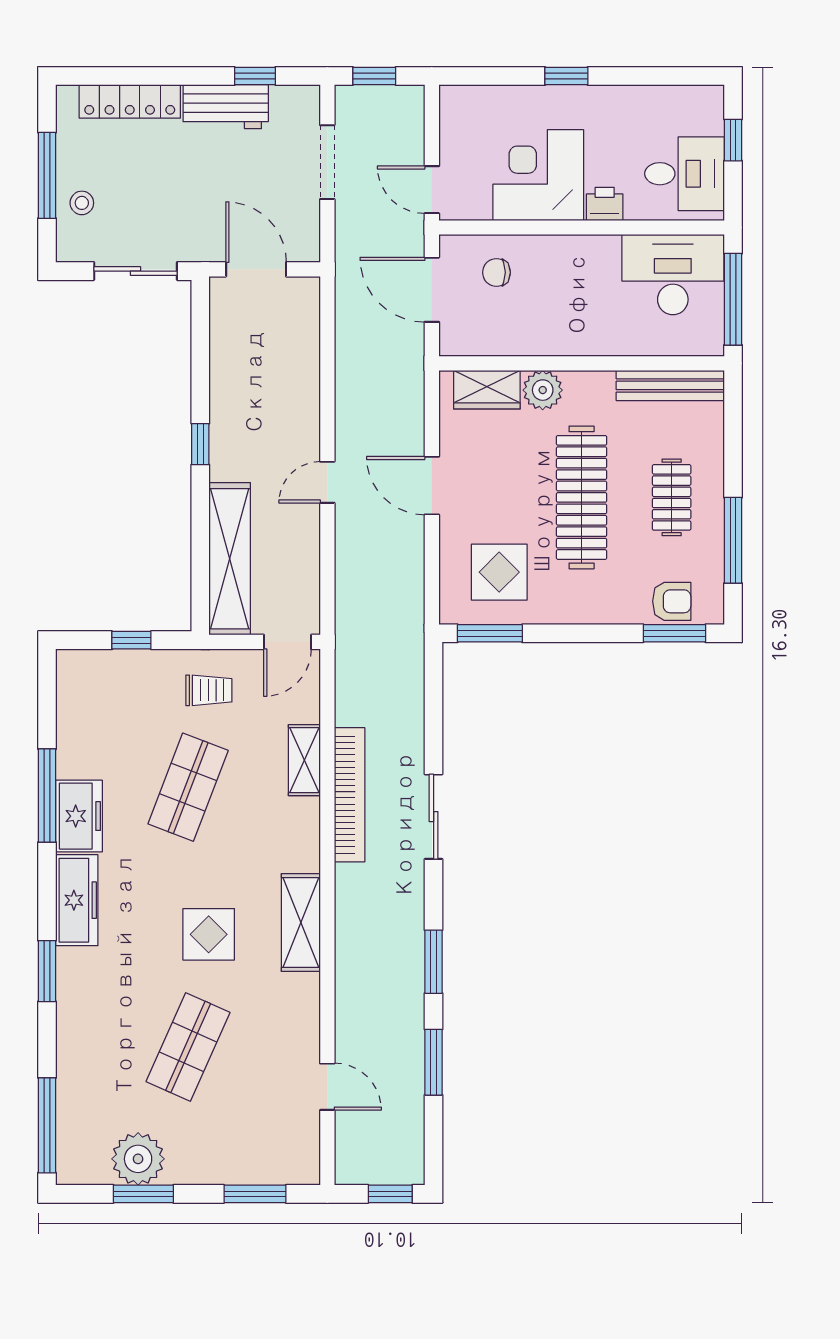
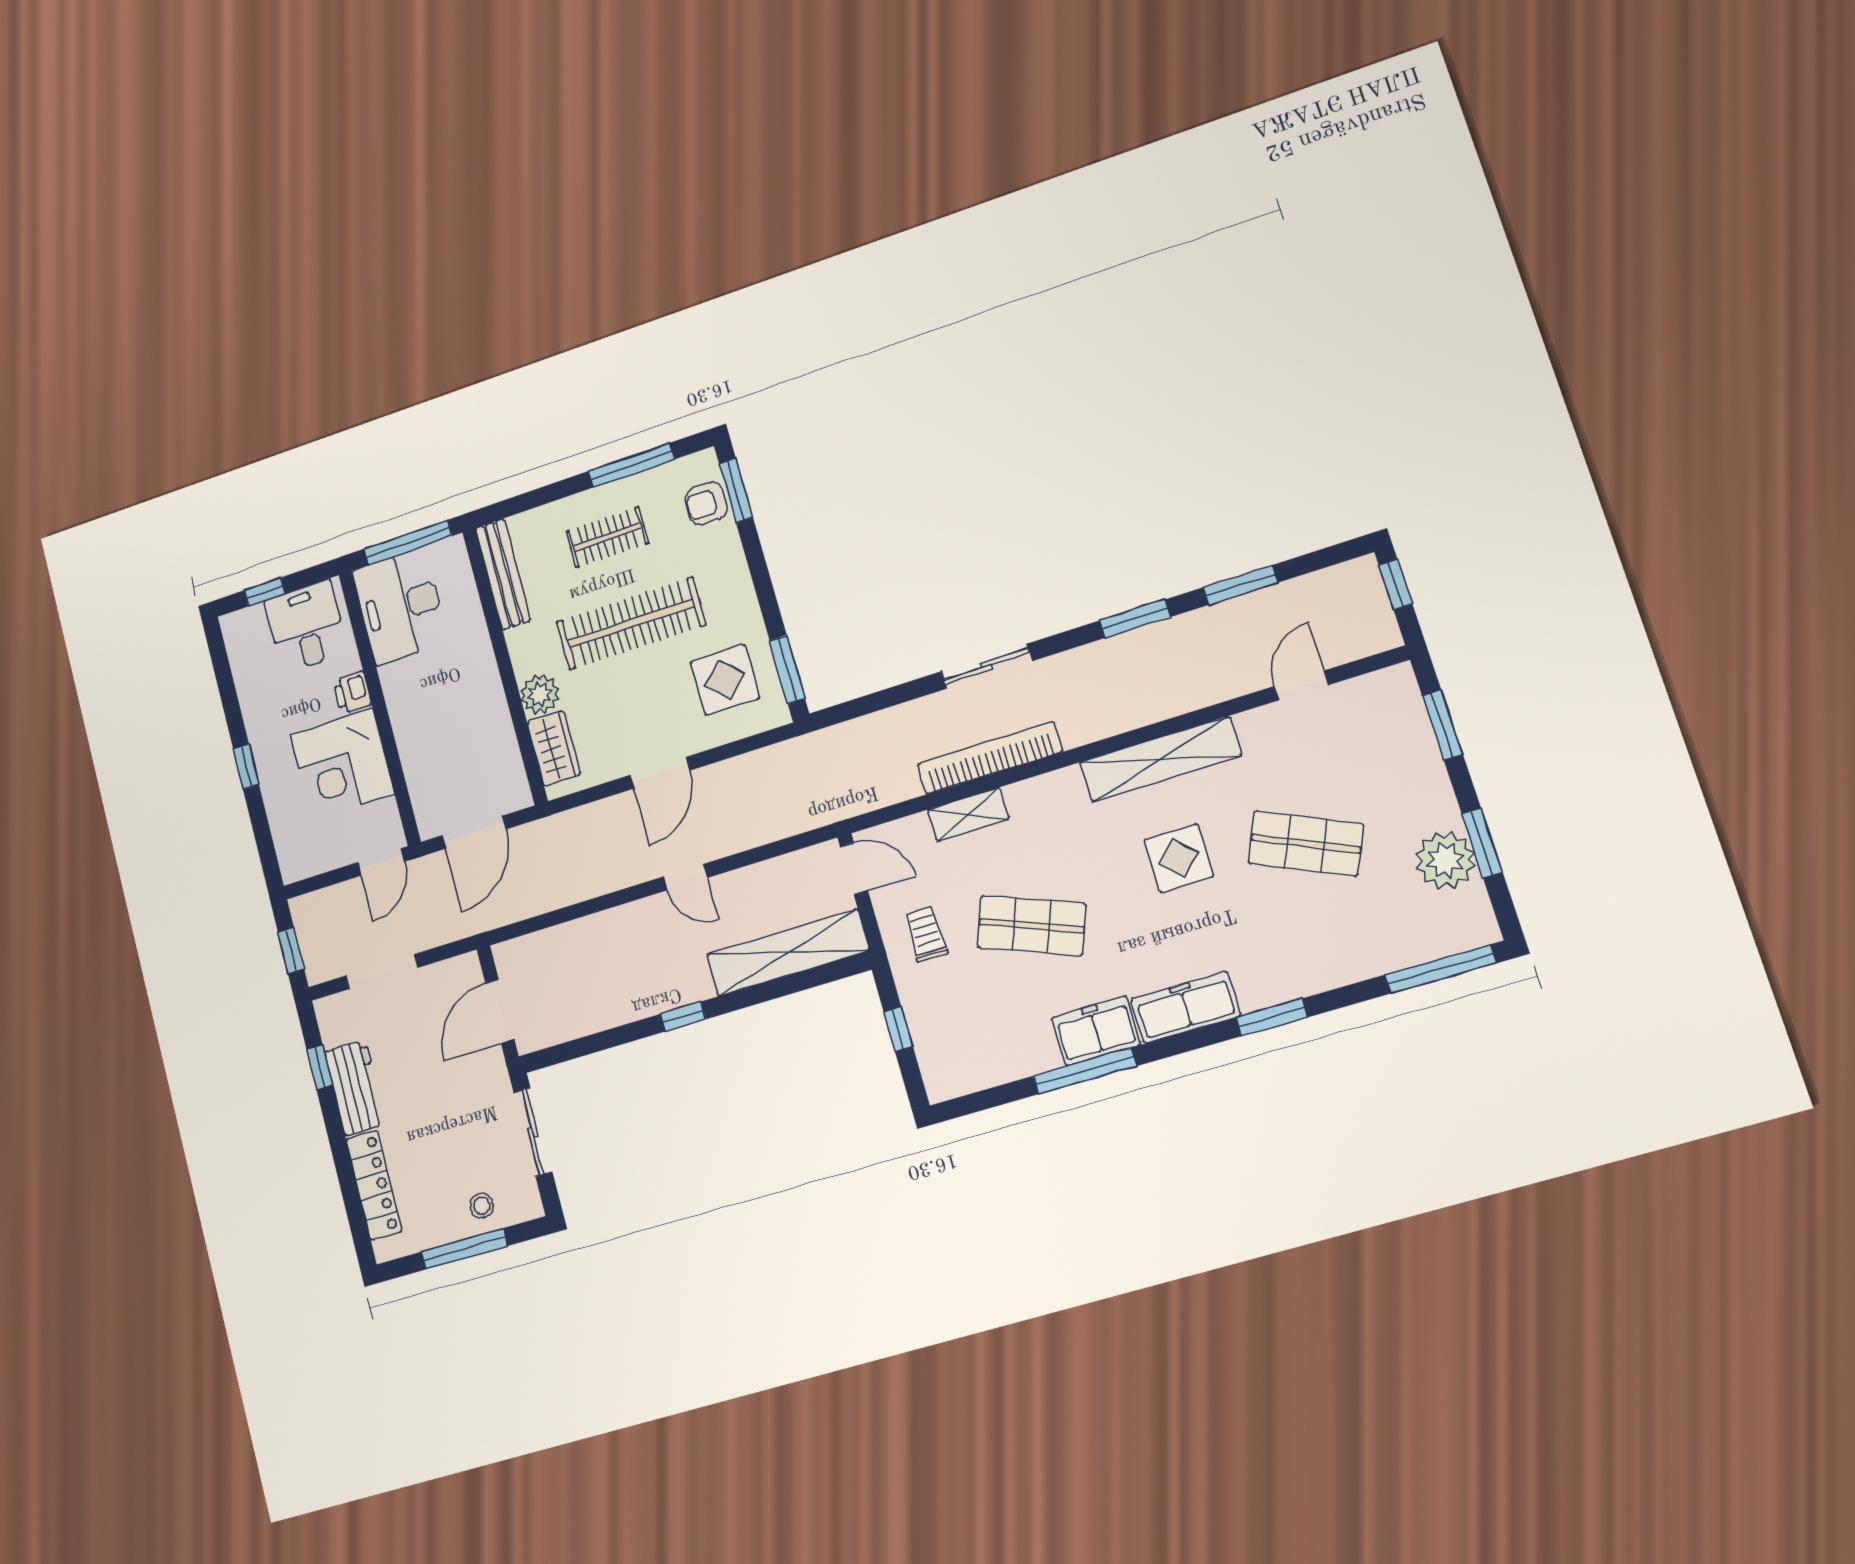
chair: (496, 272) -> (442, 775), removed
armchair: (672, 601) -> (706, 504), turned -90
shelving: (301, 923) -> (1160, 759), width x1.47

